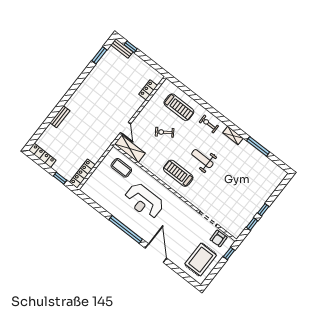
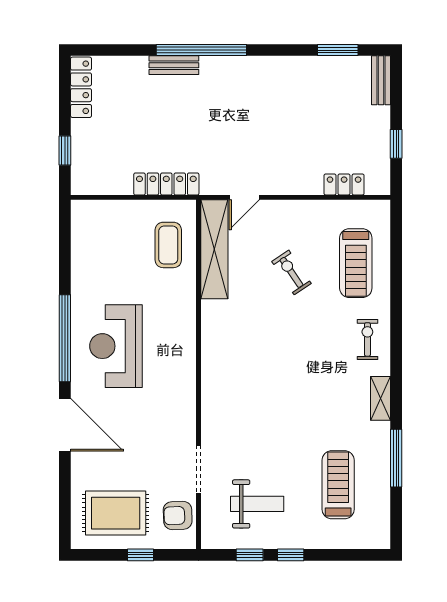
window: (131, 47) -> (396, 144), moved
window: (62, 103) -> (201, 50), added
shelving: (130, 149) -> (214, 249), width x1.47
weight bench: (202, 159) -> (257, 504), moved, turned 90
treadmill: (178, 173) -> (338, 485), moved
locker: (82, 174) -> (166, 184), moved
reception desk: (144, 201) -> (116, 346), moved
door: (156, 253) -> (65, 425), hinge flipped
window: (229, 253) -> (140, 555), moved

